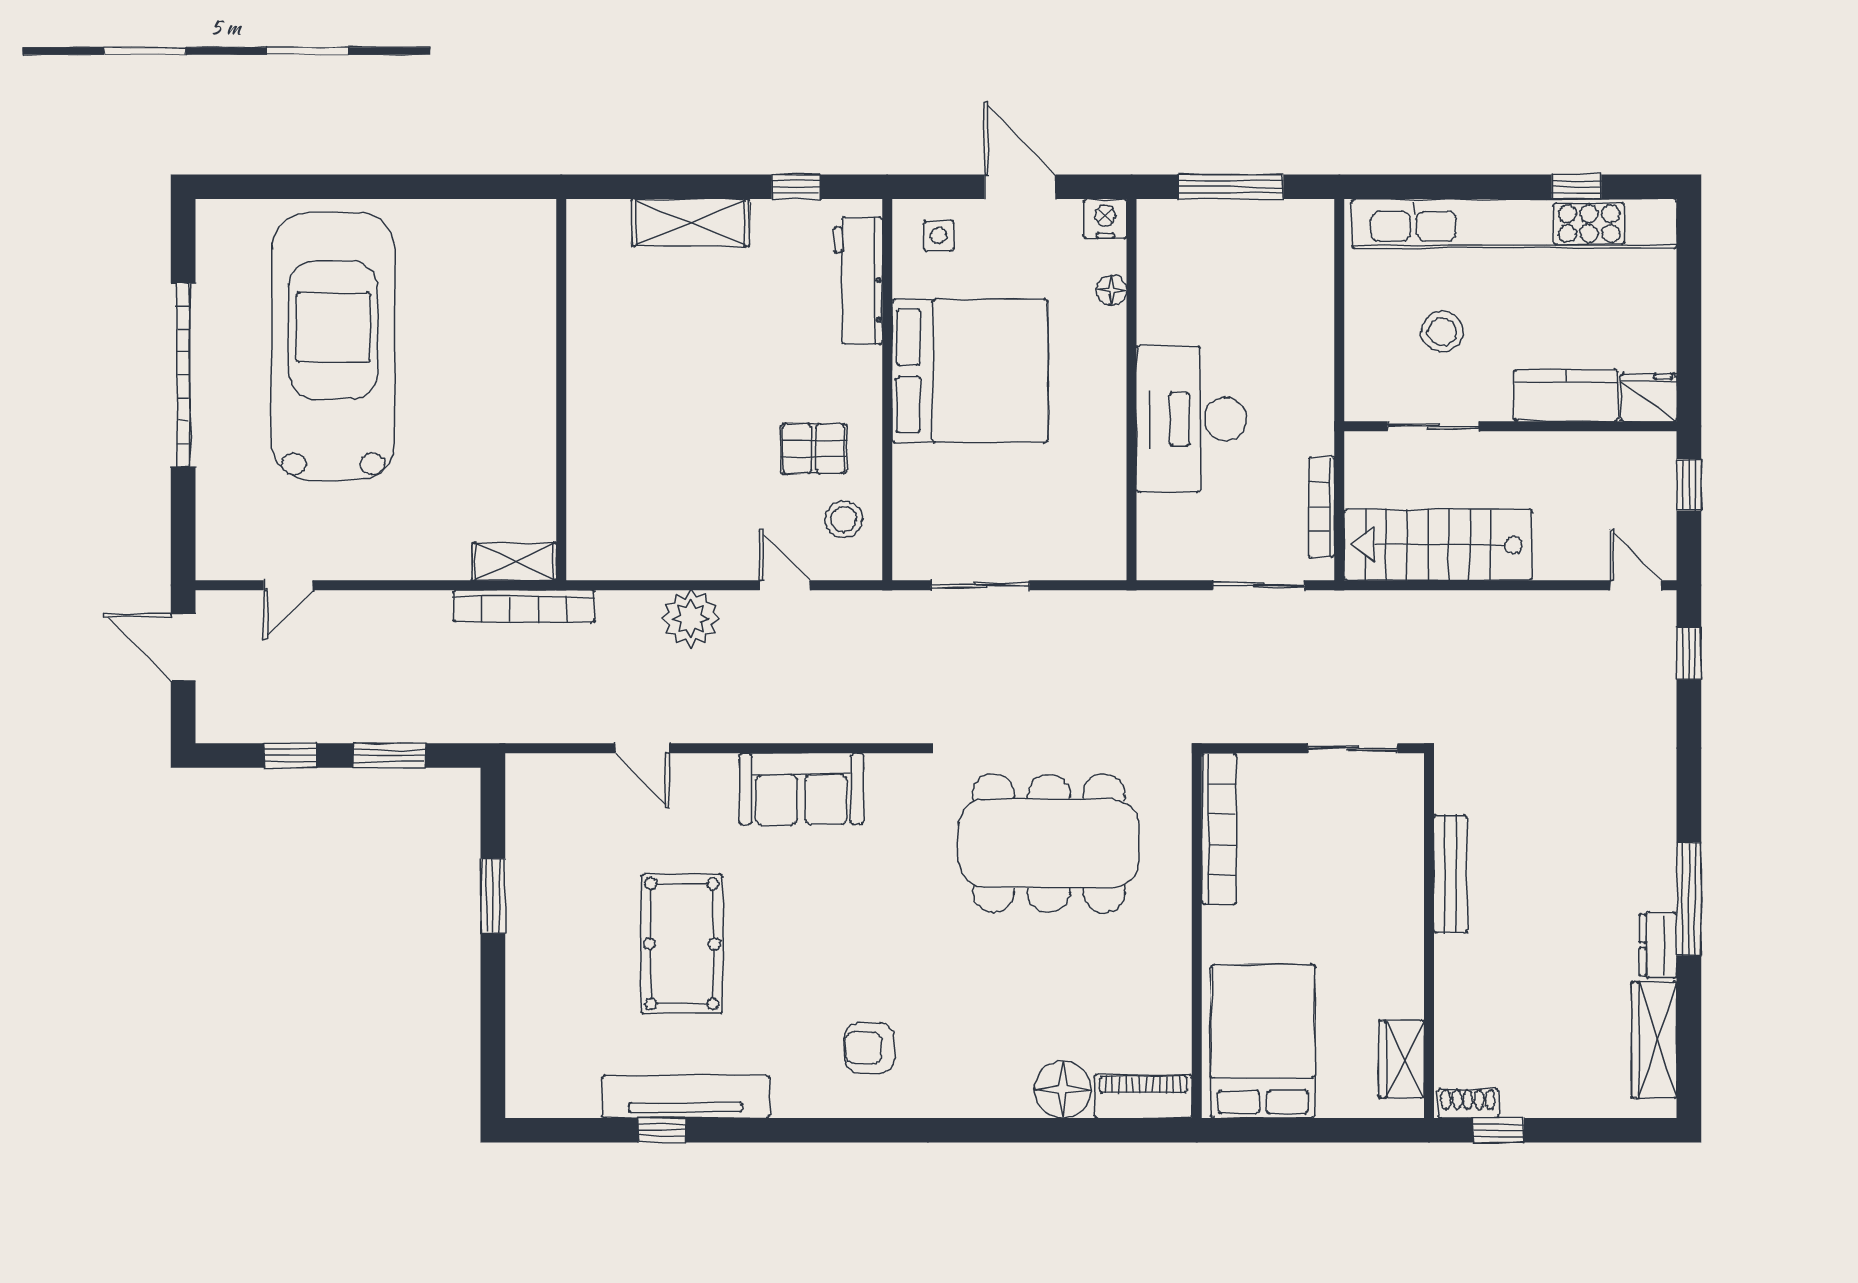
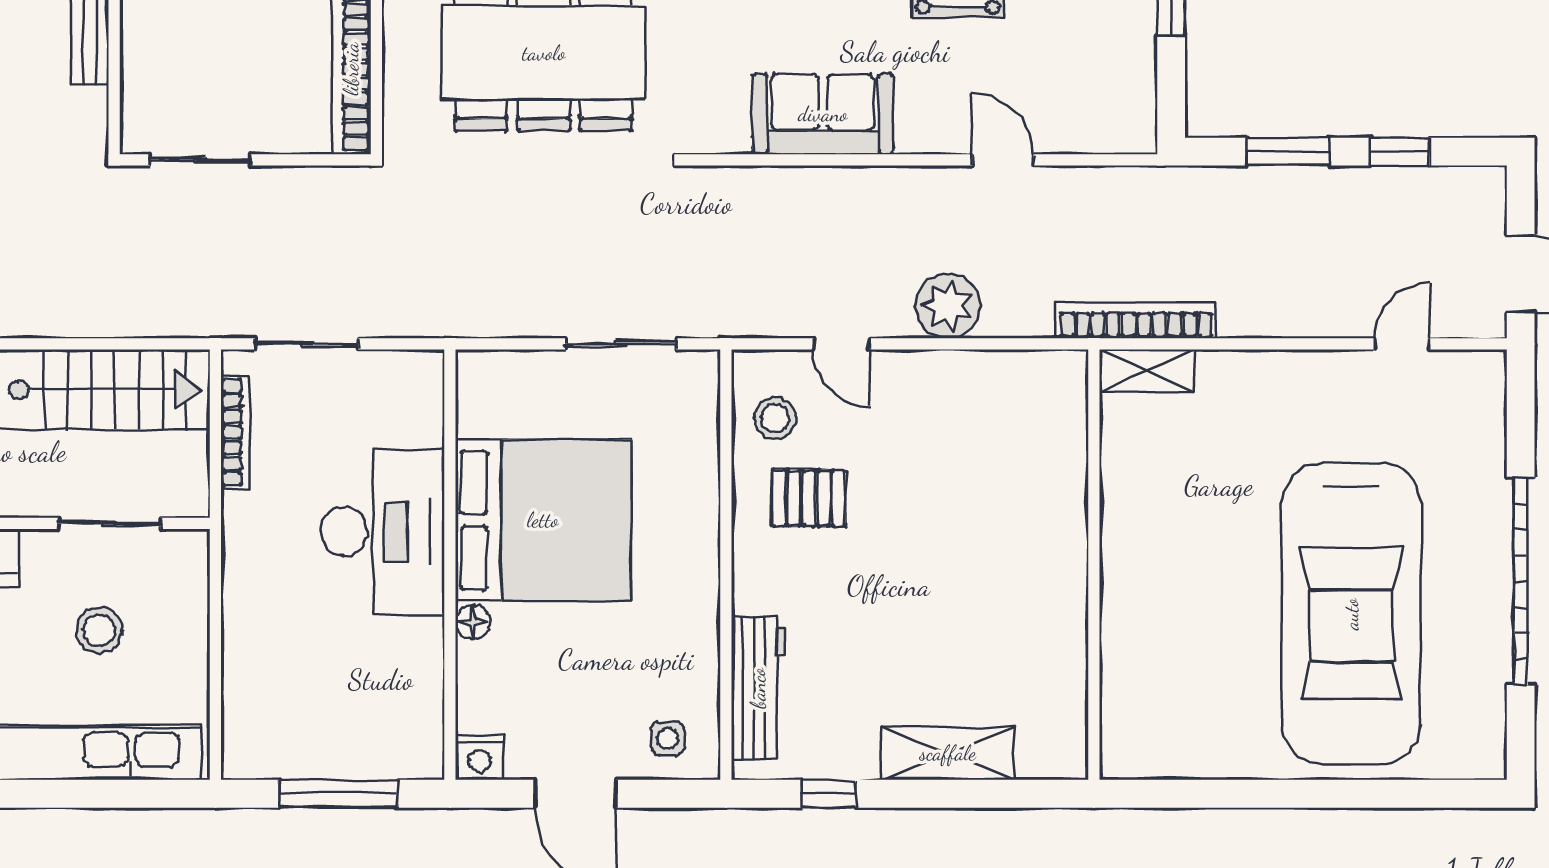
floor lamp: (1111, 290) -> (473, 622), moved
bed: (970, 371) -> (543, 520), moved, turned 180

